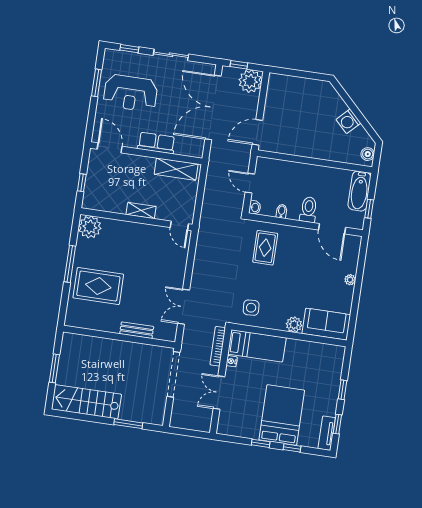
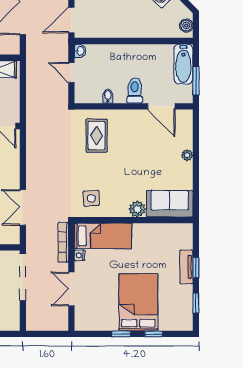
washbasin: (255, 207) -> (80, 51), moved
window: (369, 209) -> (196, 81), width x1.50
tv unit: (327, 433) -> (186, 267), moved

